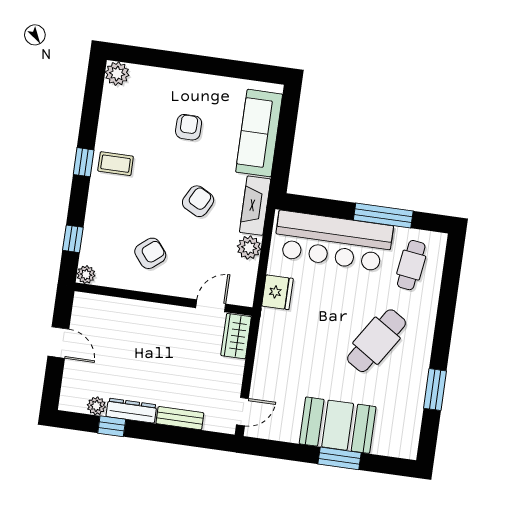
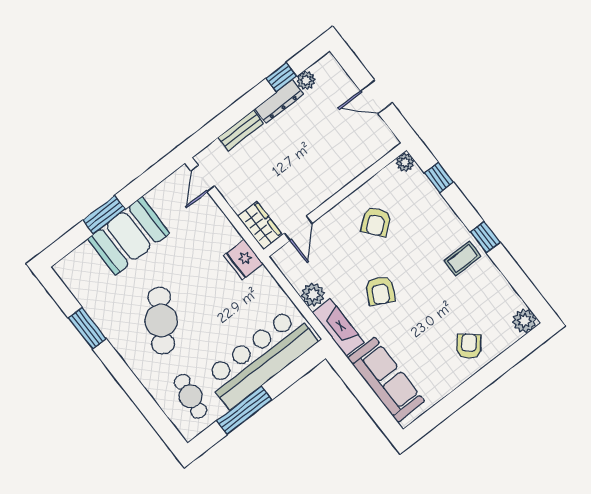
armchair: (189, 127) -> (469, 346), moved, turned -141
fridge: (277, 292) -> (243, 260), moved

